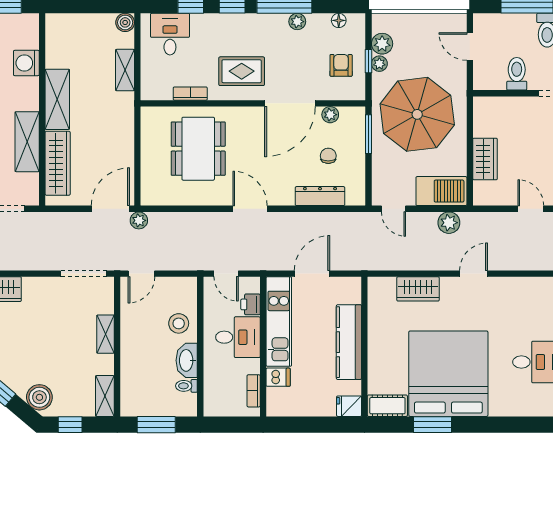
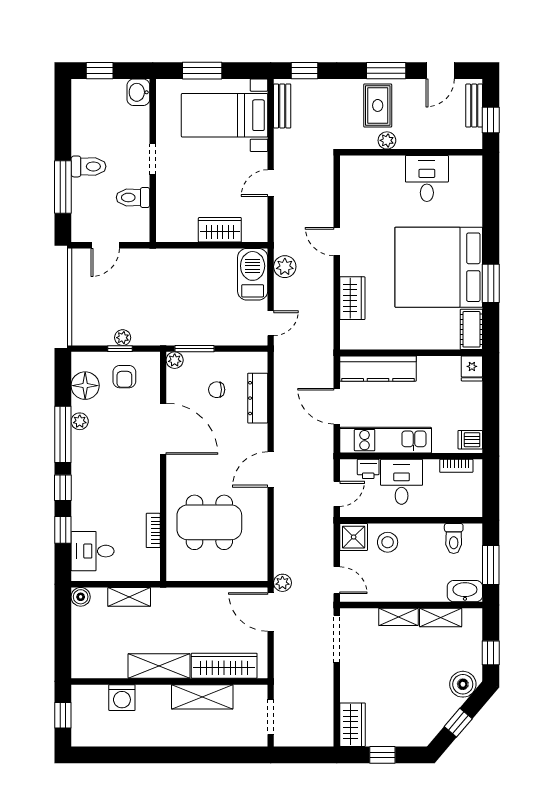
floor lamp: (339, 20) -> (85, 386), width x1.89, depth x1.89
plant: (382, 44) -> (102, 335), removed
armchair: (341, 65) -> (124, 377), turned -90
rug: (242, 71) -> (130, 478), removed
parasol: (417, 114) -> (174, 299), removed
plant: (330, 115) -> (175, 360), moved
shower: (184, 290) -> (354, 537), added
kitchen counter: (349, 342) -> (378, 369), moved
washbasin: (187, 360) -> (465, 591), moved, turned 180
dishwasher: (278, 377) -> (470, 440), moved, turned -90
toilet: (186, 386) -> (454, 538), width x1.37, depth x1.39
shelving: (105, 396) -> (441, 617), moved

